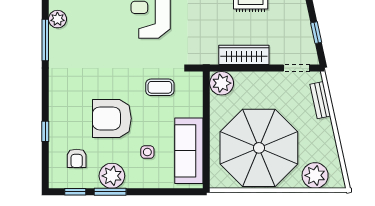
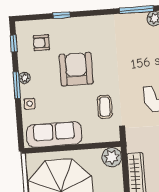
side table: (147, 152) -> (30, 104), moved
plant: (112, 176) -> (25, 78), width x0.53, depth x0.53
window: (110, 192) -> (17, 85), moved

